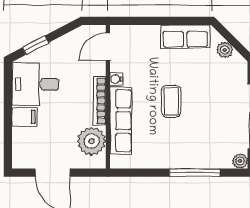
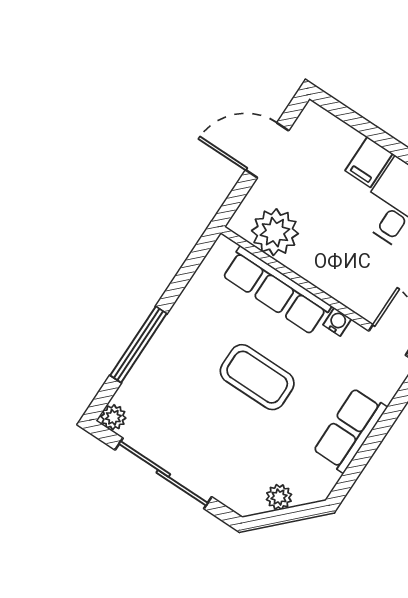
row of seats: (185, 36) -> (350, 430), moved
bookcase: (100, 101) -> (323, 280), removed
coffee table: (171, 101) -> (257, 377), width x1.36, depth x1.30

